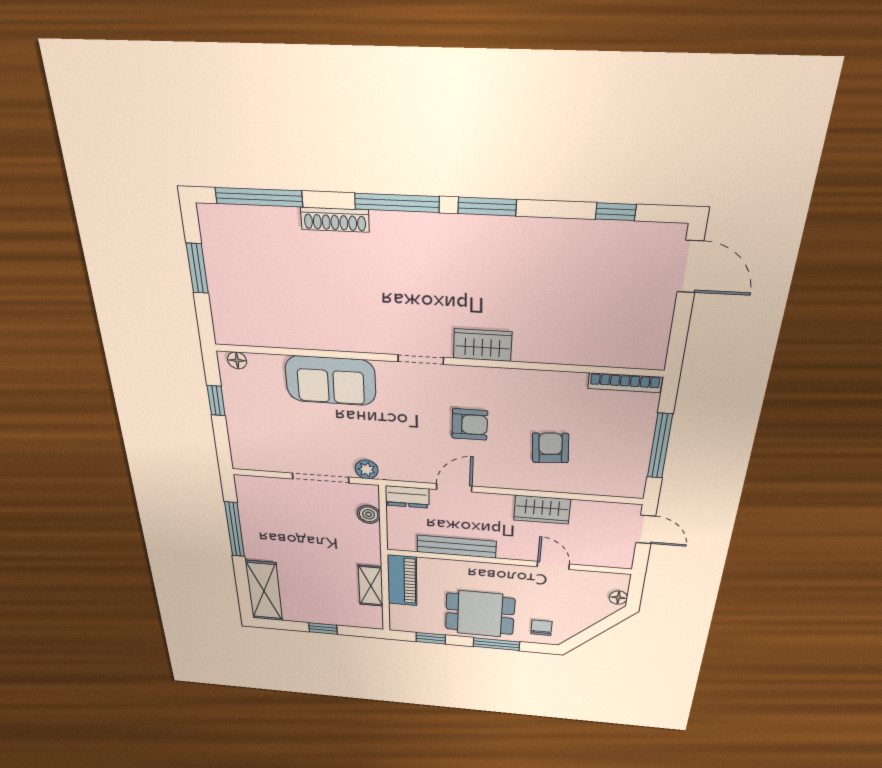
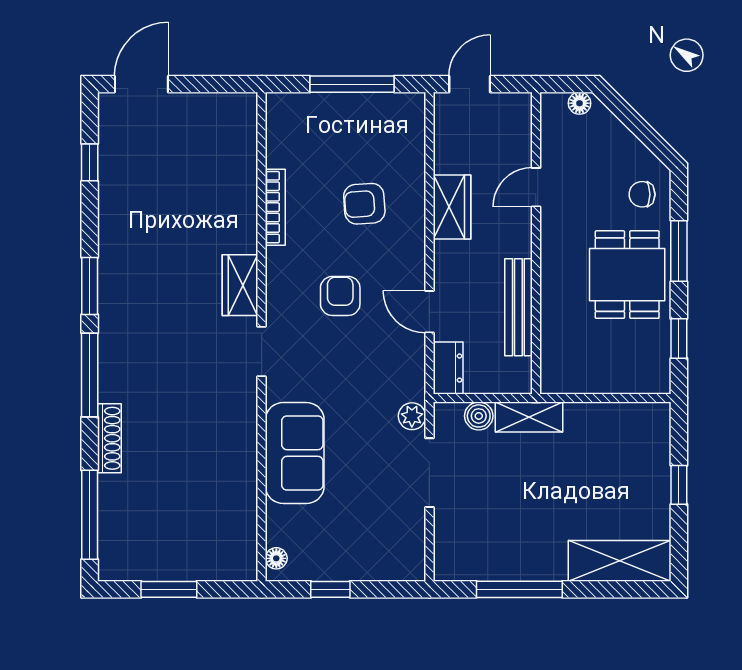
bookcase: (625, 383) -> (275, 207), moved
piano: (402, 580) -> (581, 376), removed
shelving: (371, 586) -> (529, 417), moved

